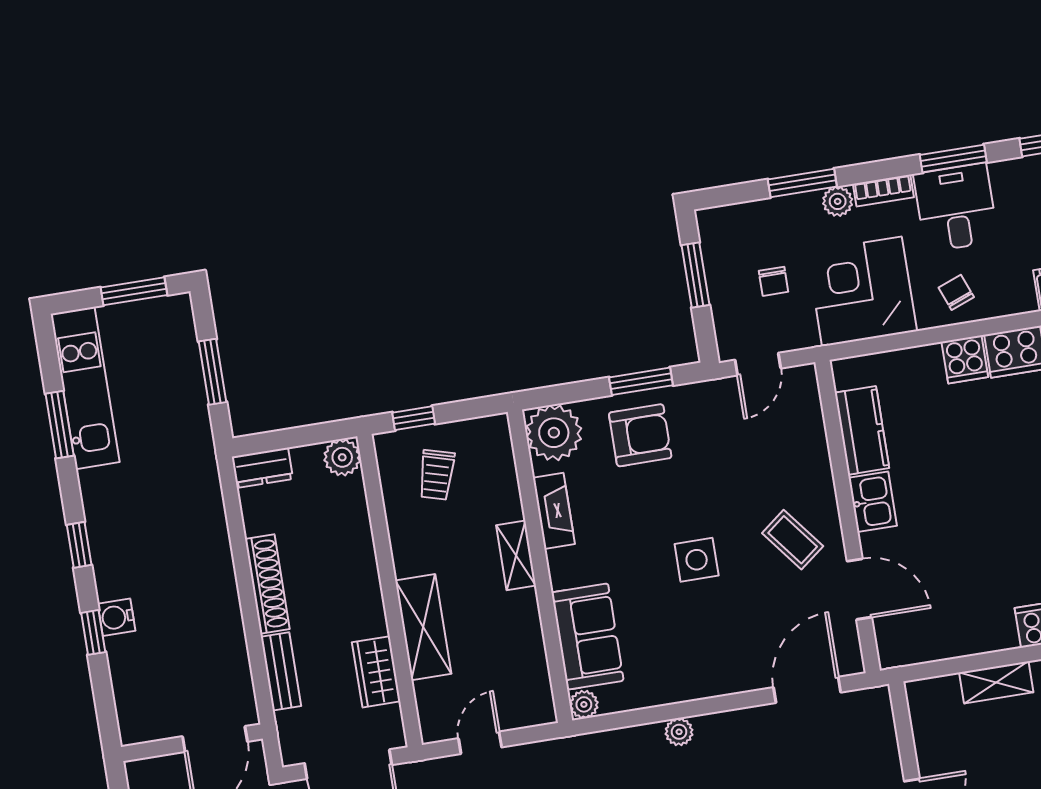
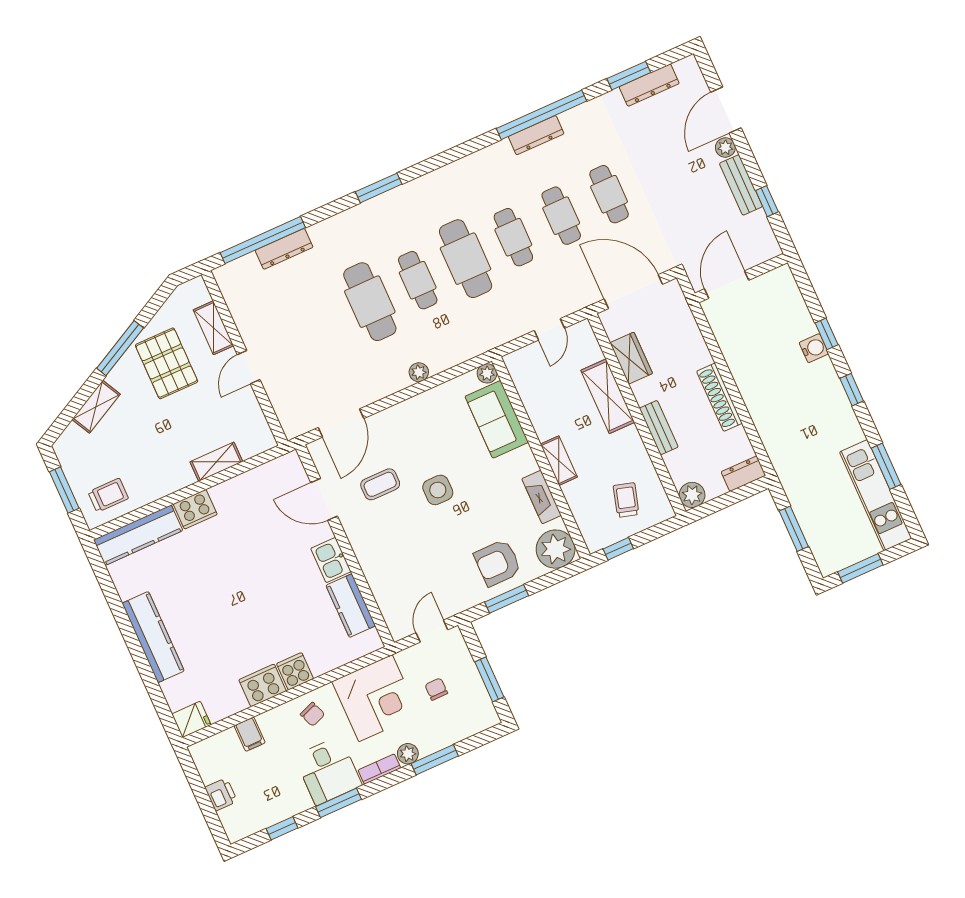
window: (414, 418) -> (618, 549), moved
coffee table: (793, 540) -> (380, 484), moved, turned -52
bench: (281, 671) -> (659, 428), moved

